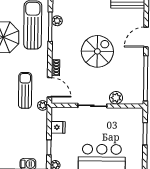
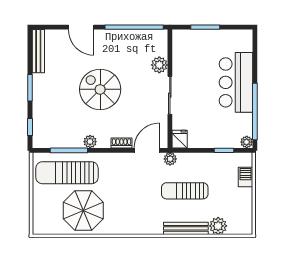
plant: (57, 21) -> (90, 142), moved
sun lounger: (25, 90) -> (185, 191), moved
fridge: (58, 127) -> (180, 139), moved

